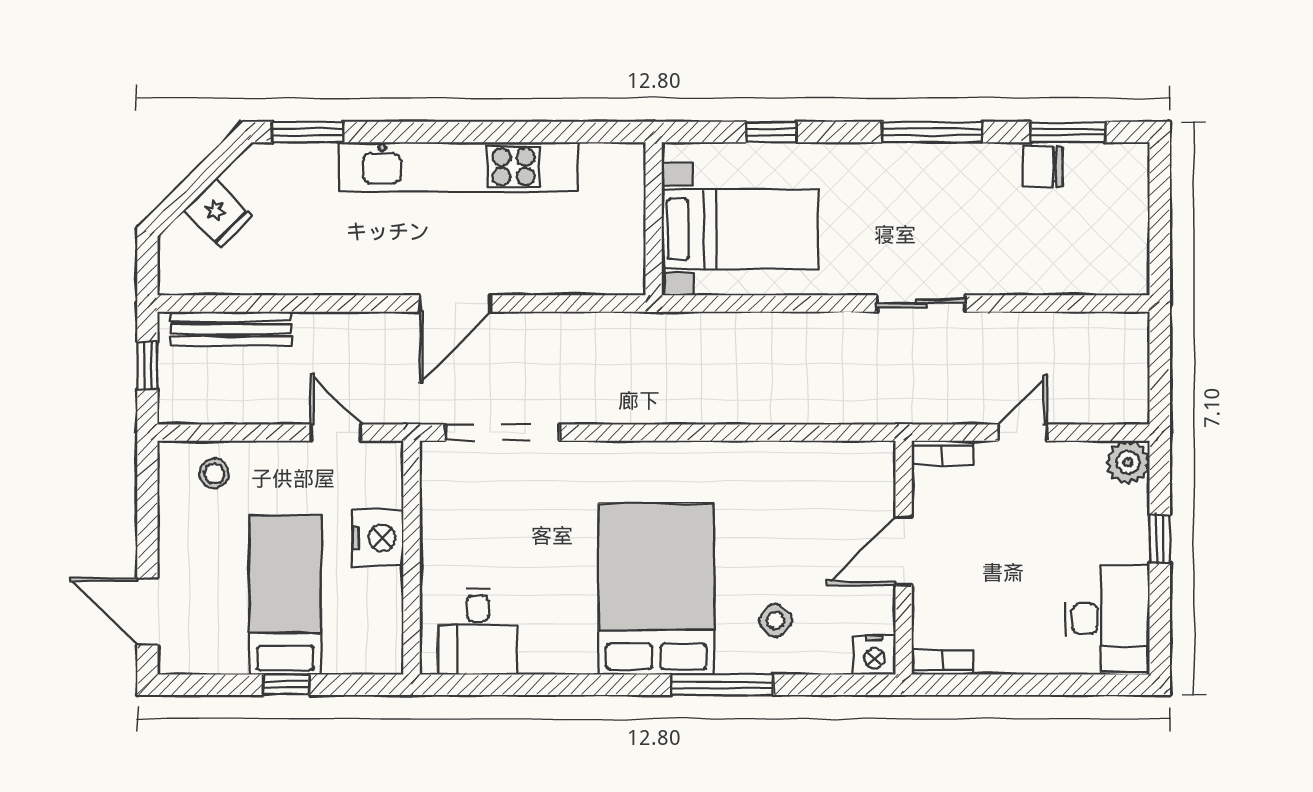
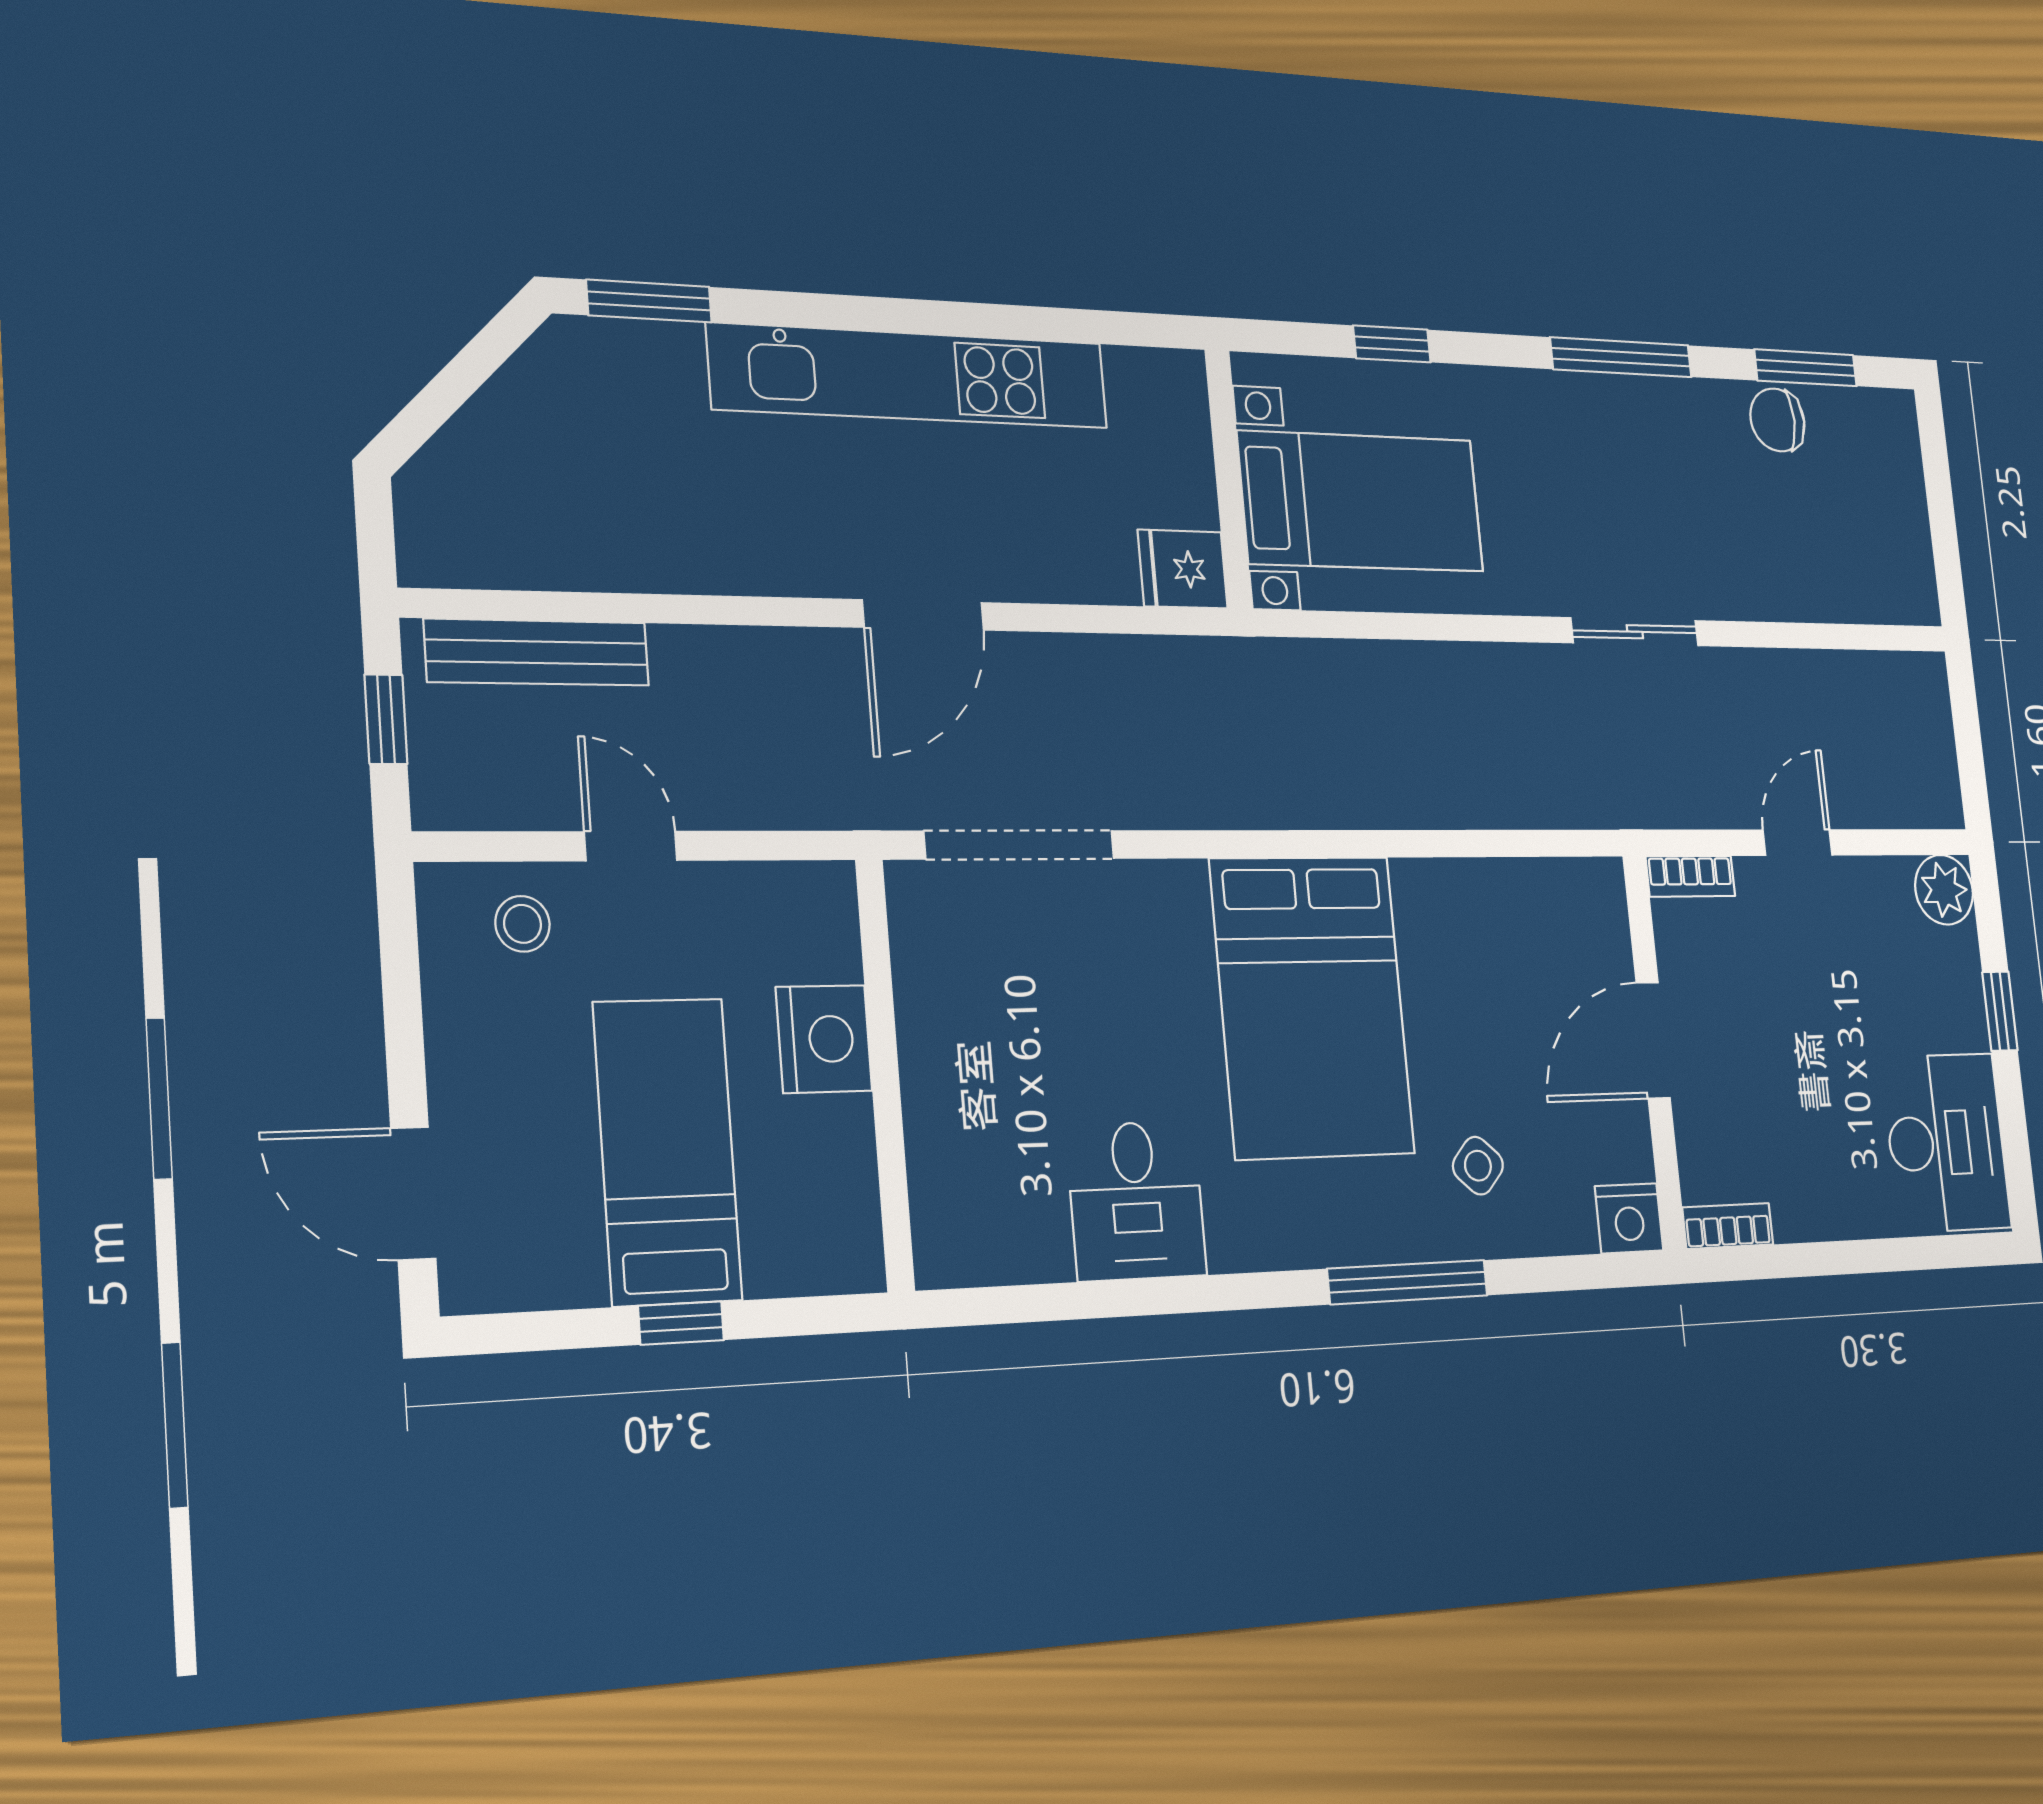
fridge: (218, 213) -> (1183, 569), moved, turned 135
door: (336, 433) -> (631, 846), moved
bed: (656, 589) -> (1312, 1007), moved, turned 180
desk: (478, 632) -> (1136, 1201), moved

